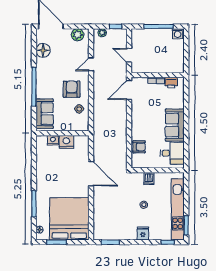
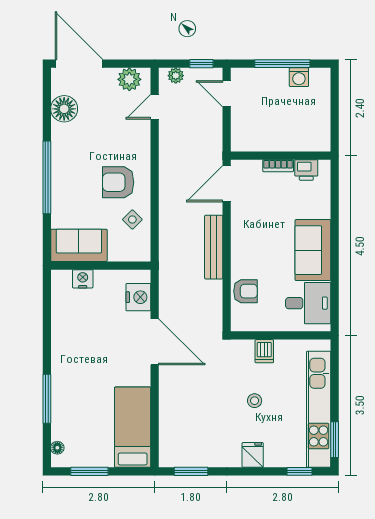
washing machine: (178, 34) -> (299, 77), moved
door: (129, 55) -> (227, 94), moved
door: (91, 64) -> (155, 107), moved
armchair: (72, 89) -> (118, 182), turned -90
sofa: (45, 114) -> (79, 245), moved, turned -90
bench: (122, 123) -> (214, 247), added
nightstand: (66, 142) -> (138, 297), moved, turned 90
bed: (69, 219) -> (133, 427), width x0.49

